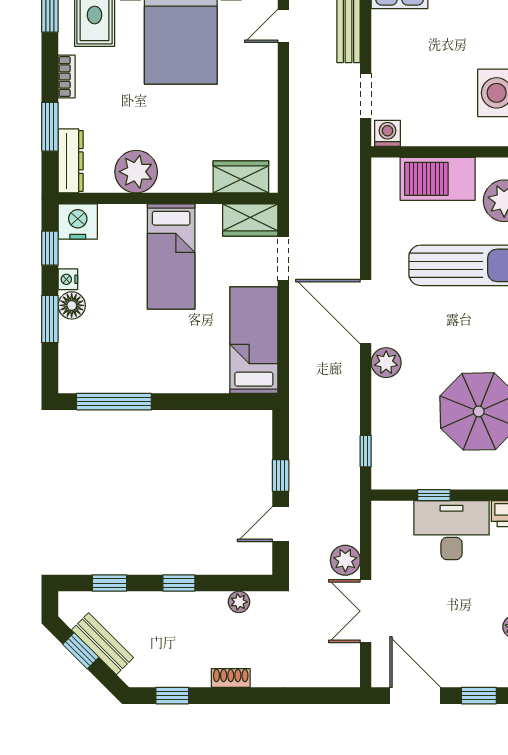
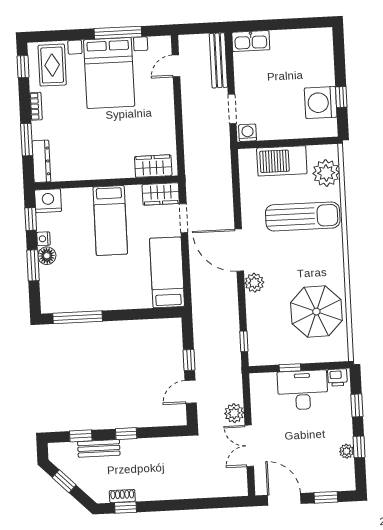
plant: (136, 172) -> (85, 166), removed
plant: (239, 602) -> (166, 444), removed
bench: (102, 644) -> (99, 448), moved, turned -45
shoe rack: (231, 678) -> (122, 496), moved

